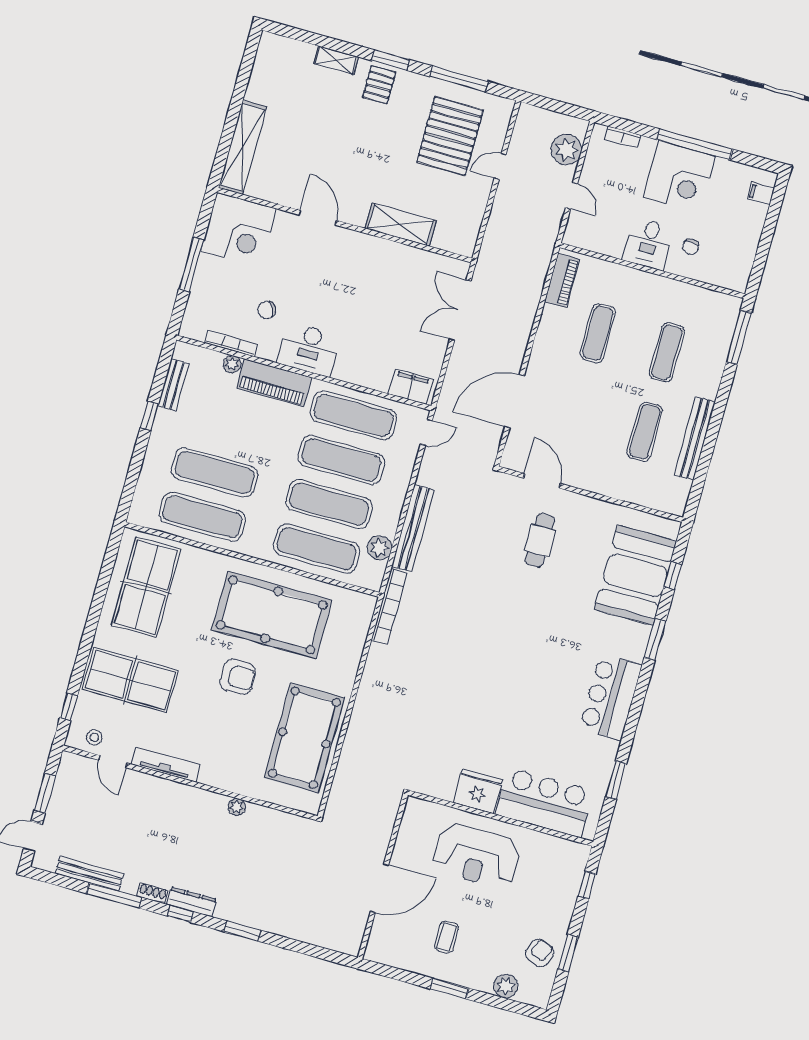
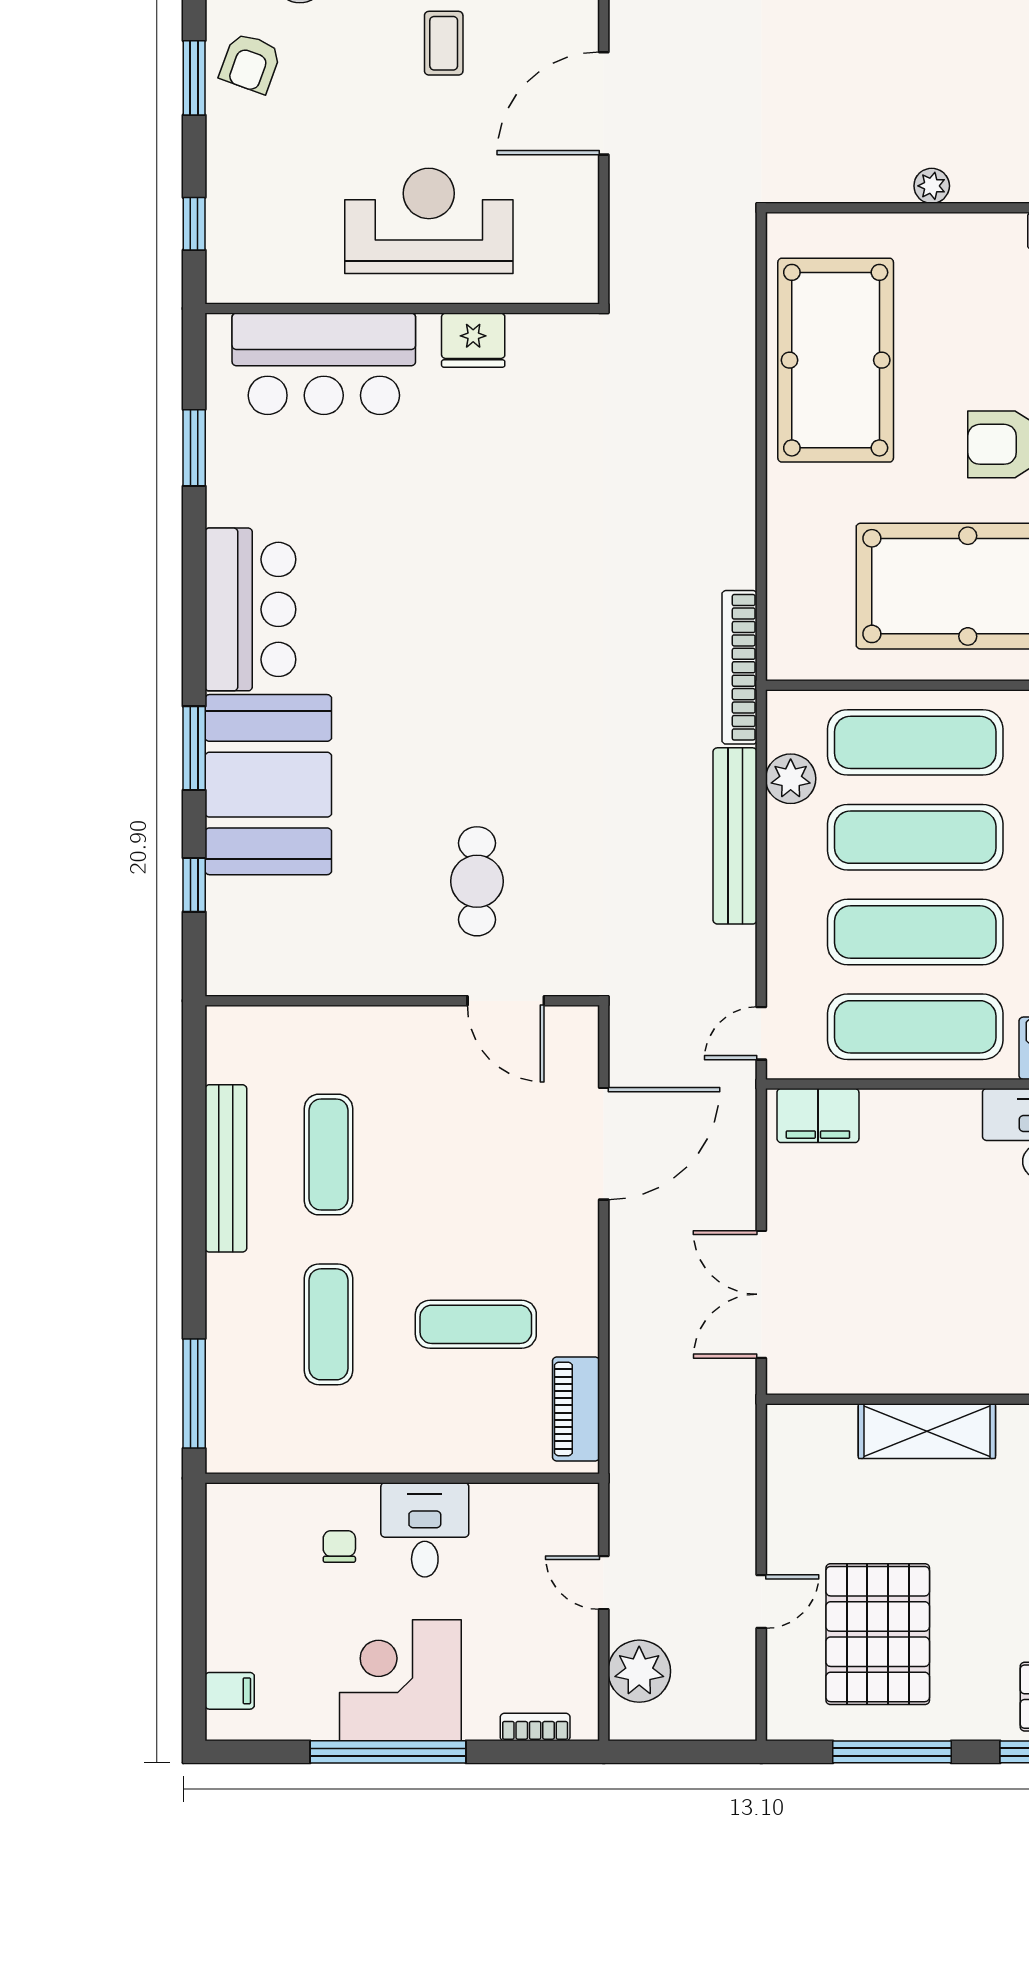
double door: (460, 310) -> (761, 1294), swing flipped
exercise mat: (598, 333) -> (476, 1324), turned 90
booth: (635, 575) -> (268, 785), moved
fridge: (478, 791) -> (473, 340), width x0.73, depth x0.75

